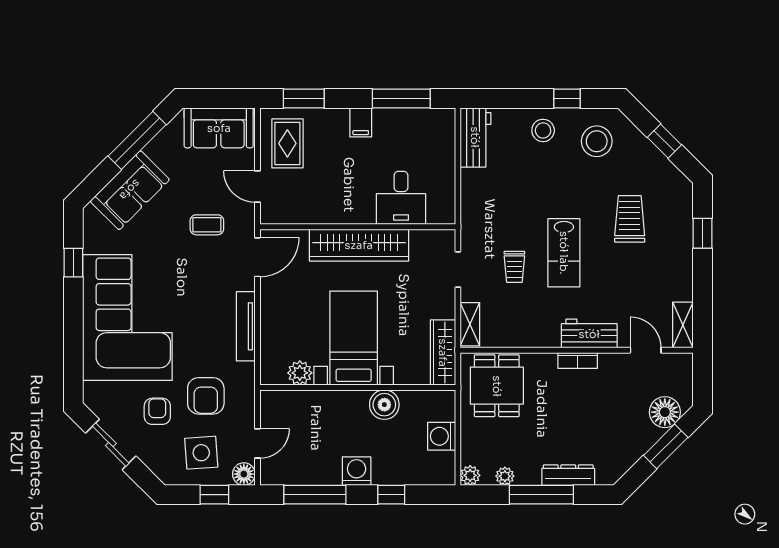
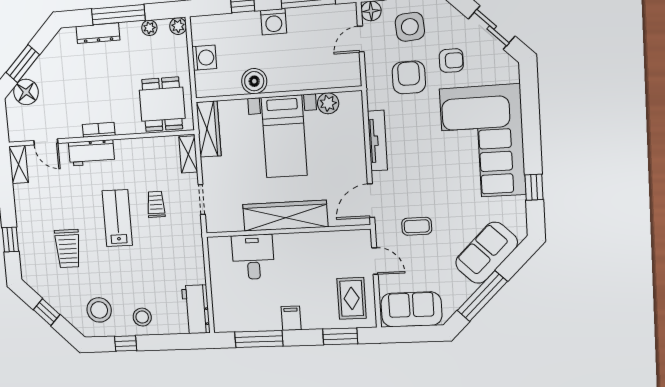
armchair: (157, 411) -> (451, 61), turned -90

